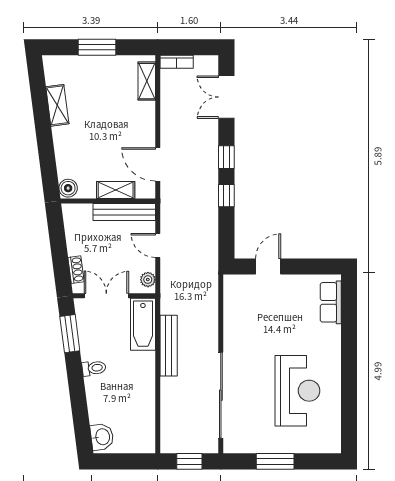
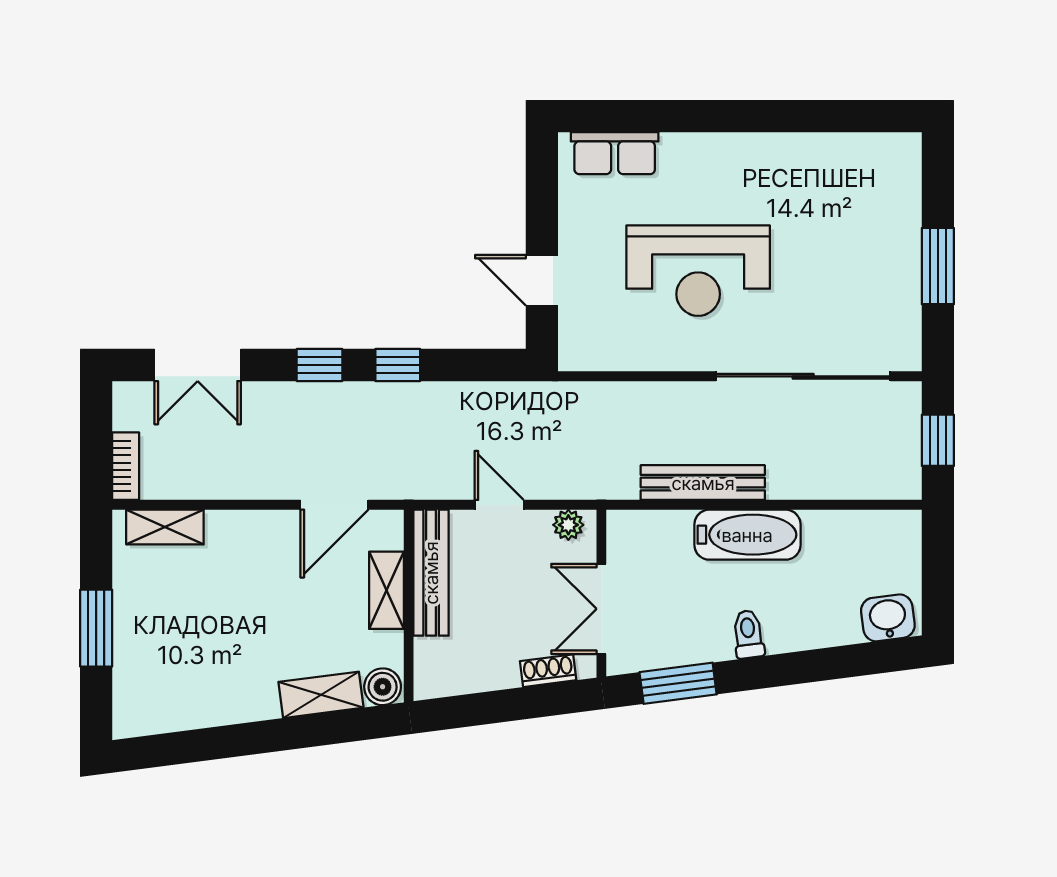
shelving: (57, 105) -> (321, 695), moved
door: (158, 245) -> (499, 505), swing flipped
bathtub: (143, 324) -> (747, 535), moved
reception desk: (297, 391) -> (698, 271), moved, turned 180

